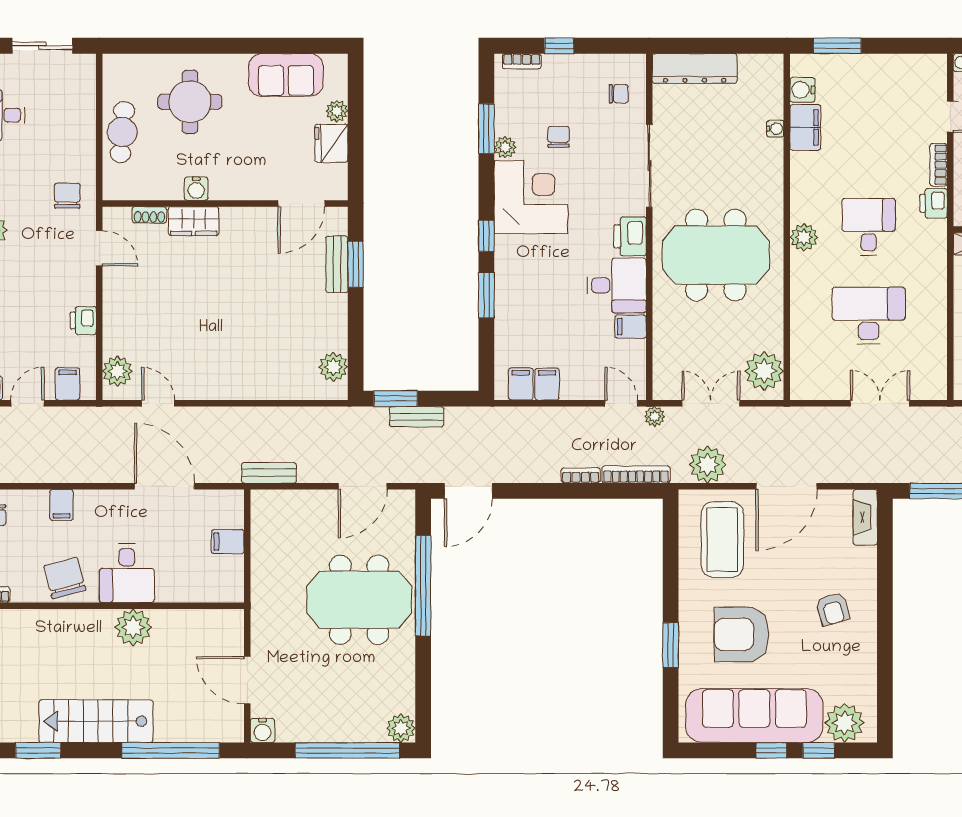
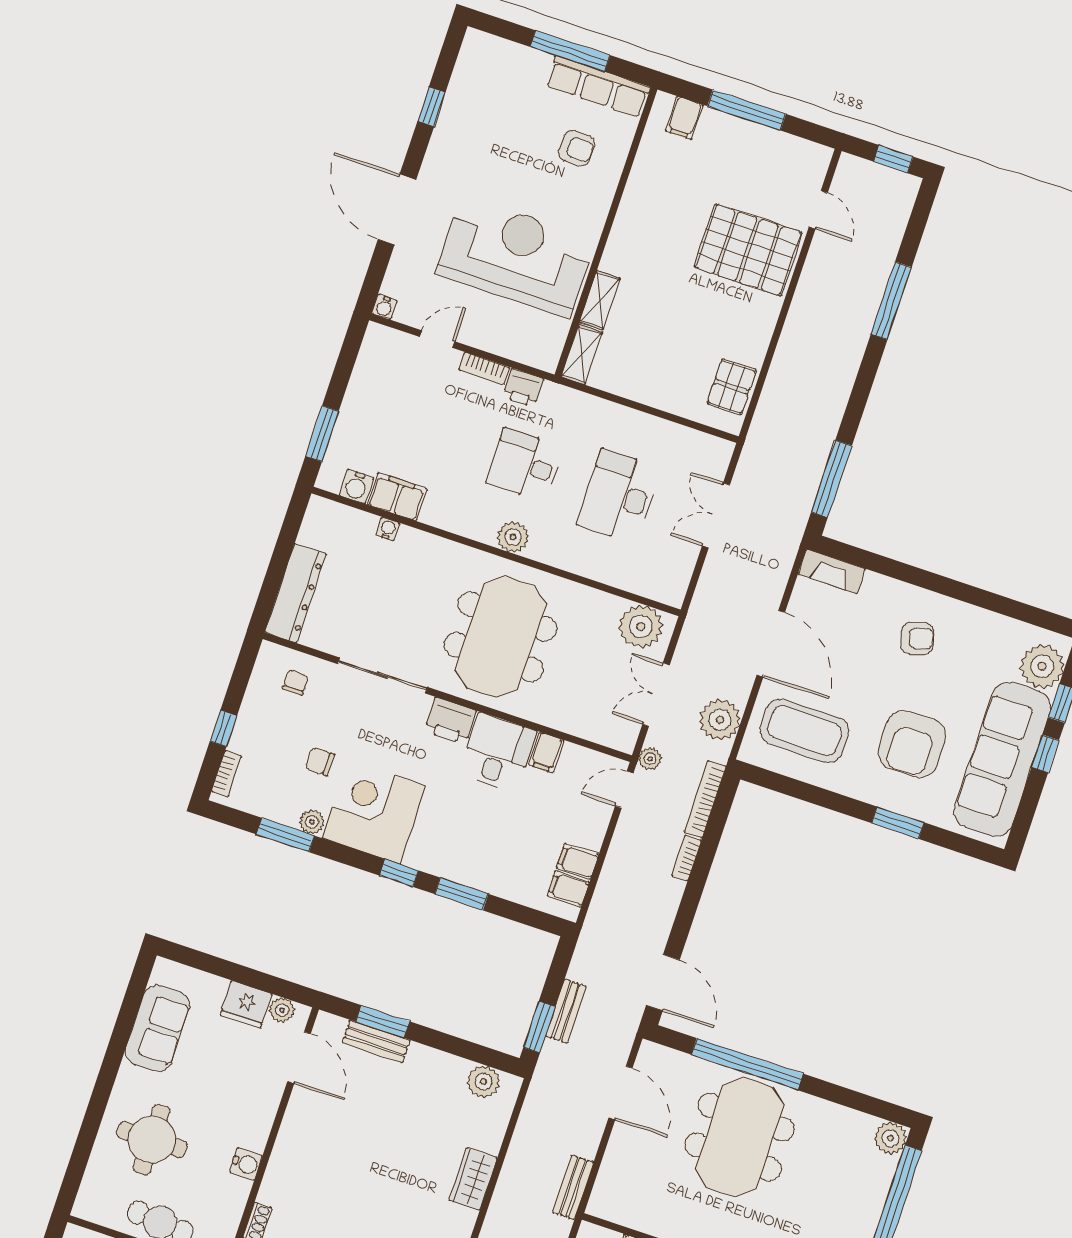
plant: (337, 111) -> (282, 1010), moved
wardrobe: (194, 221) -> (473, 1179), moved, turned 180

